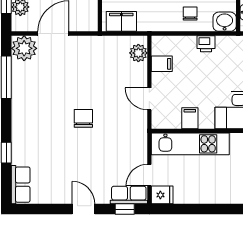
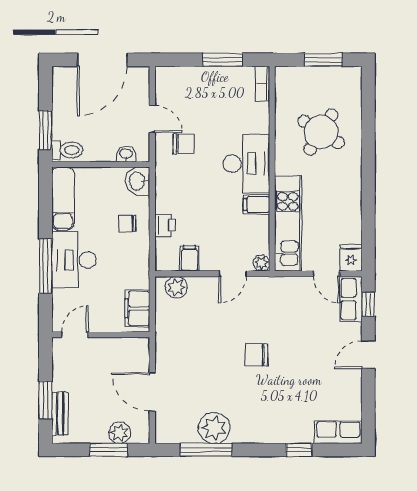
printer: (206, 44) -> (165, 225), moved
plant: (24, 48) -> (214, 428), moved
filing cabinet: (190, 118) -> (256, 204), moved
plant: (158, 122) -> (261, 263), added

